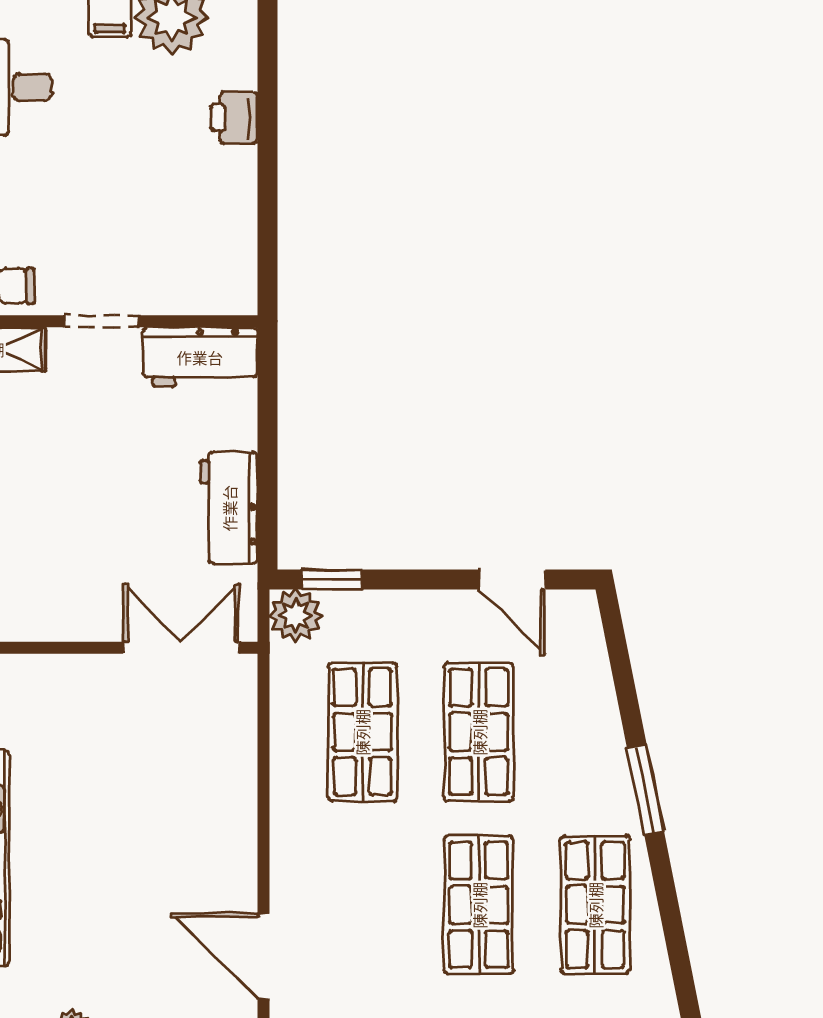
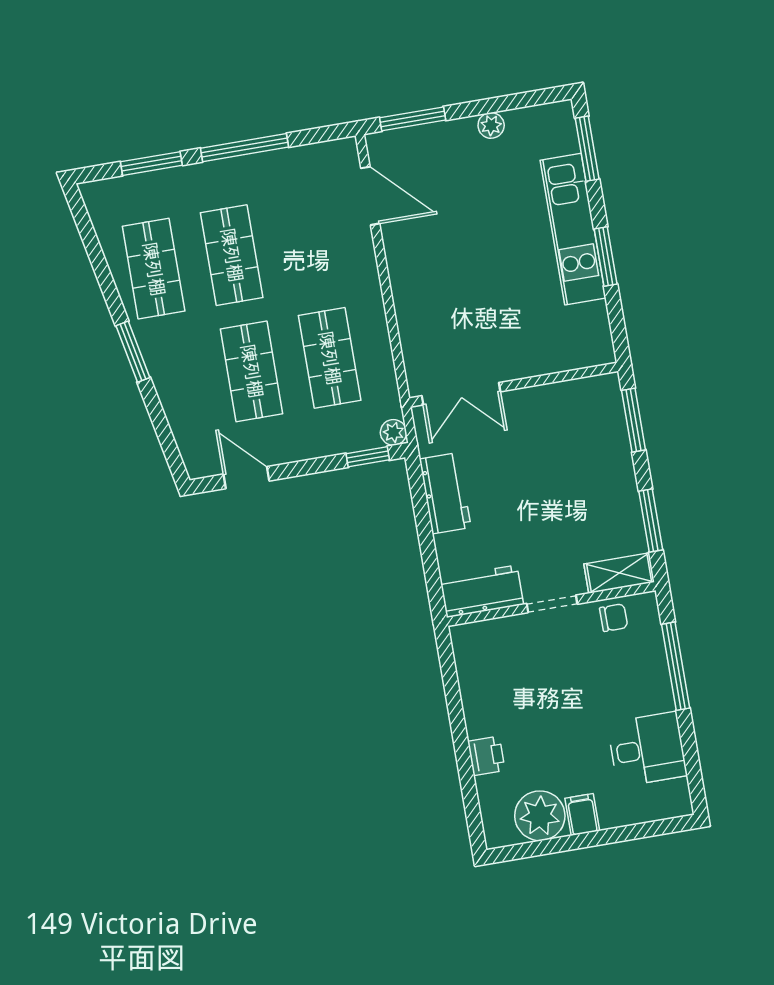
plant: (296, 616) -> (393, 432), width x0.73, depth x0.73

